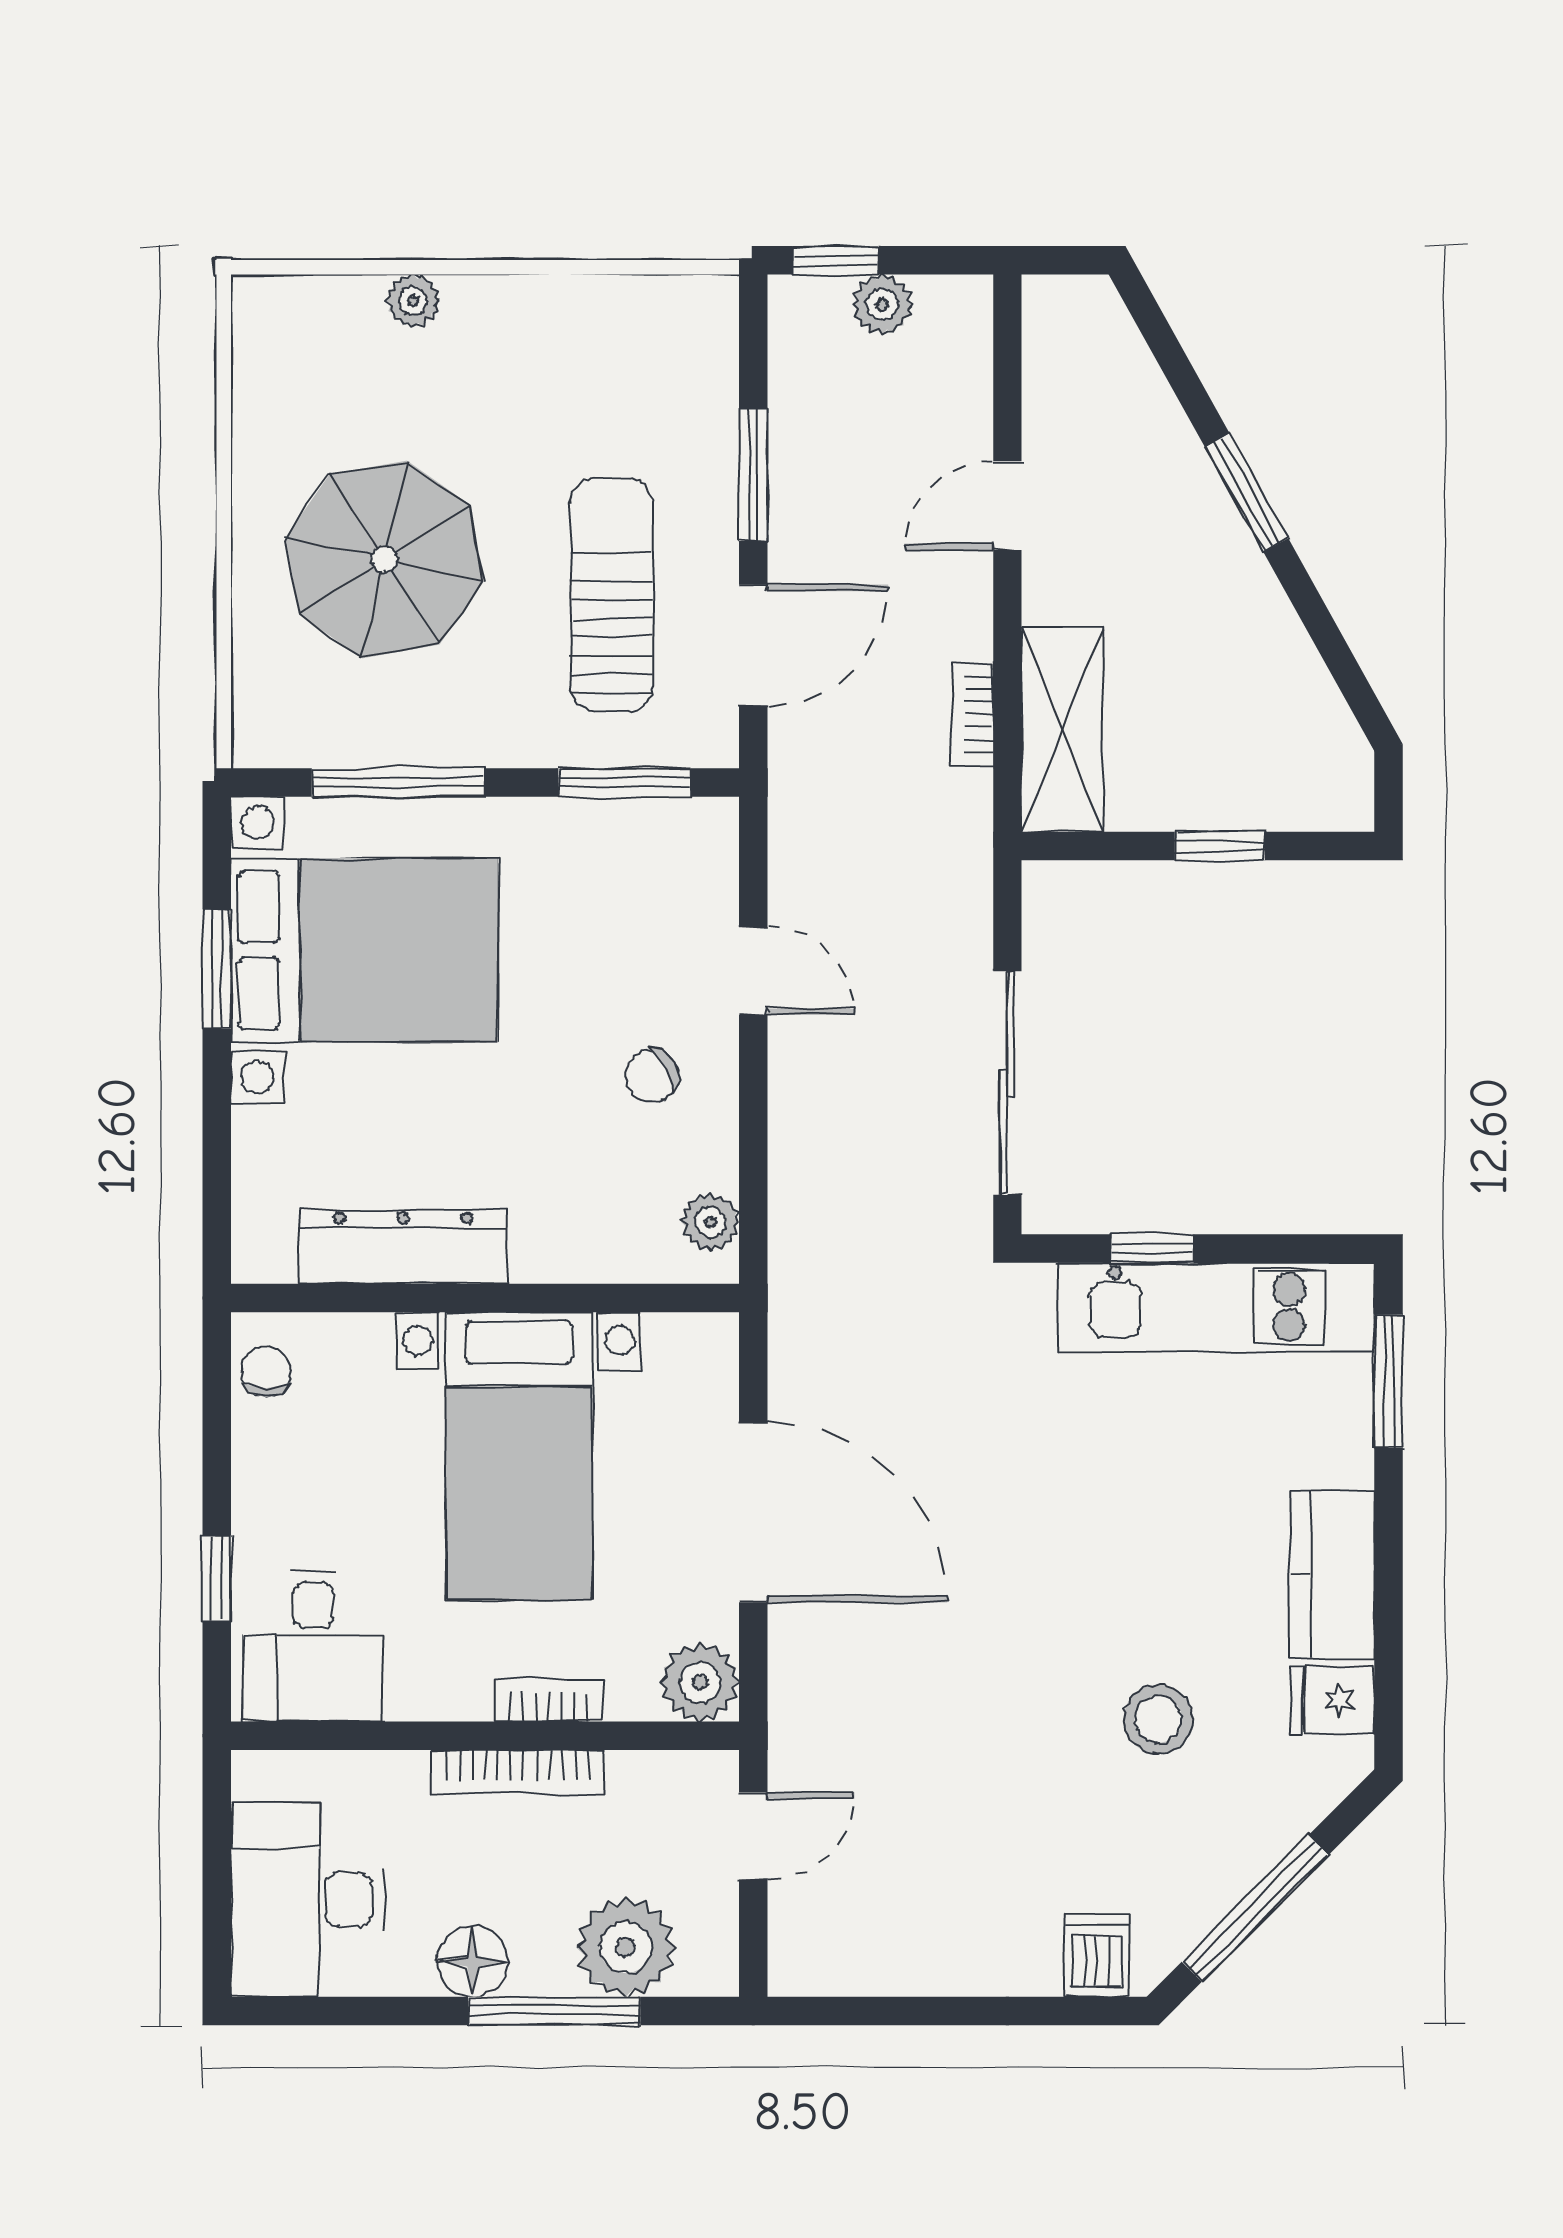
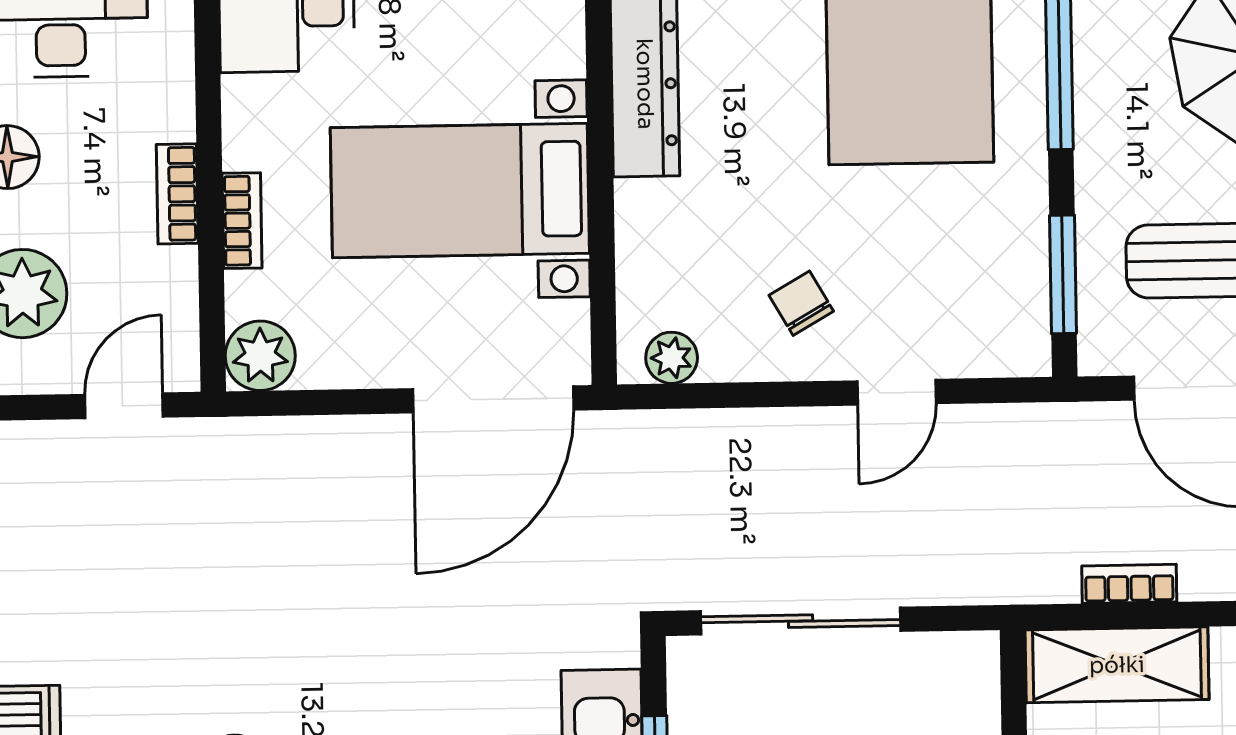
door: (753, 1513) -> (493, 399), moved
bookcase: (517, 1772) -> (177, 194), width x0.64
door: (753, 1836) -> (124, 406), swing flipped

